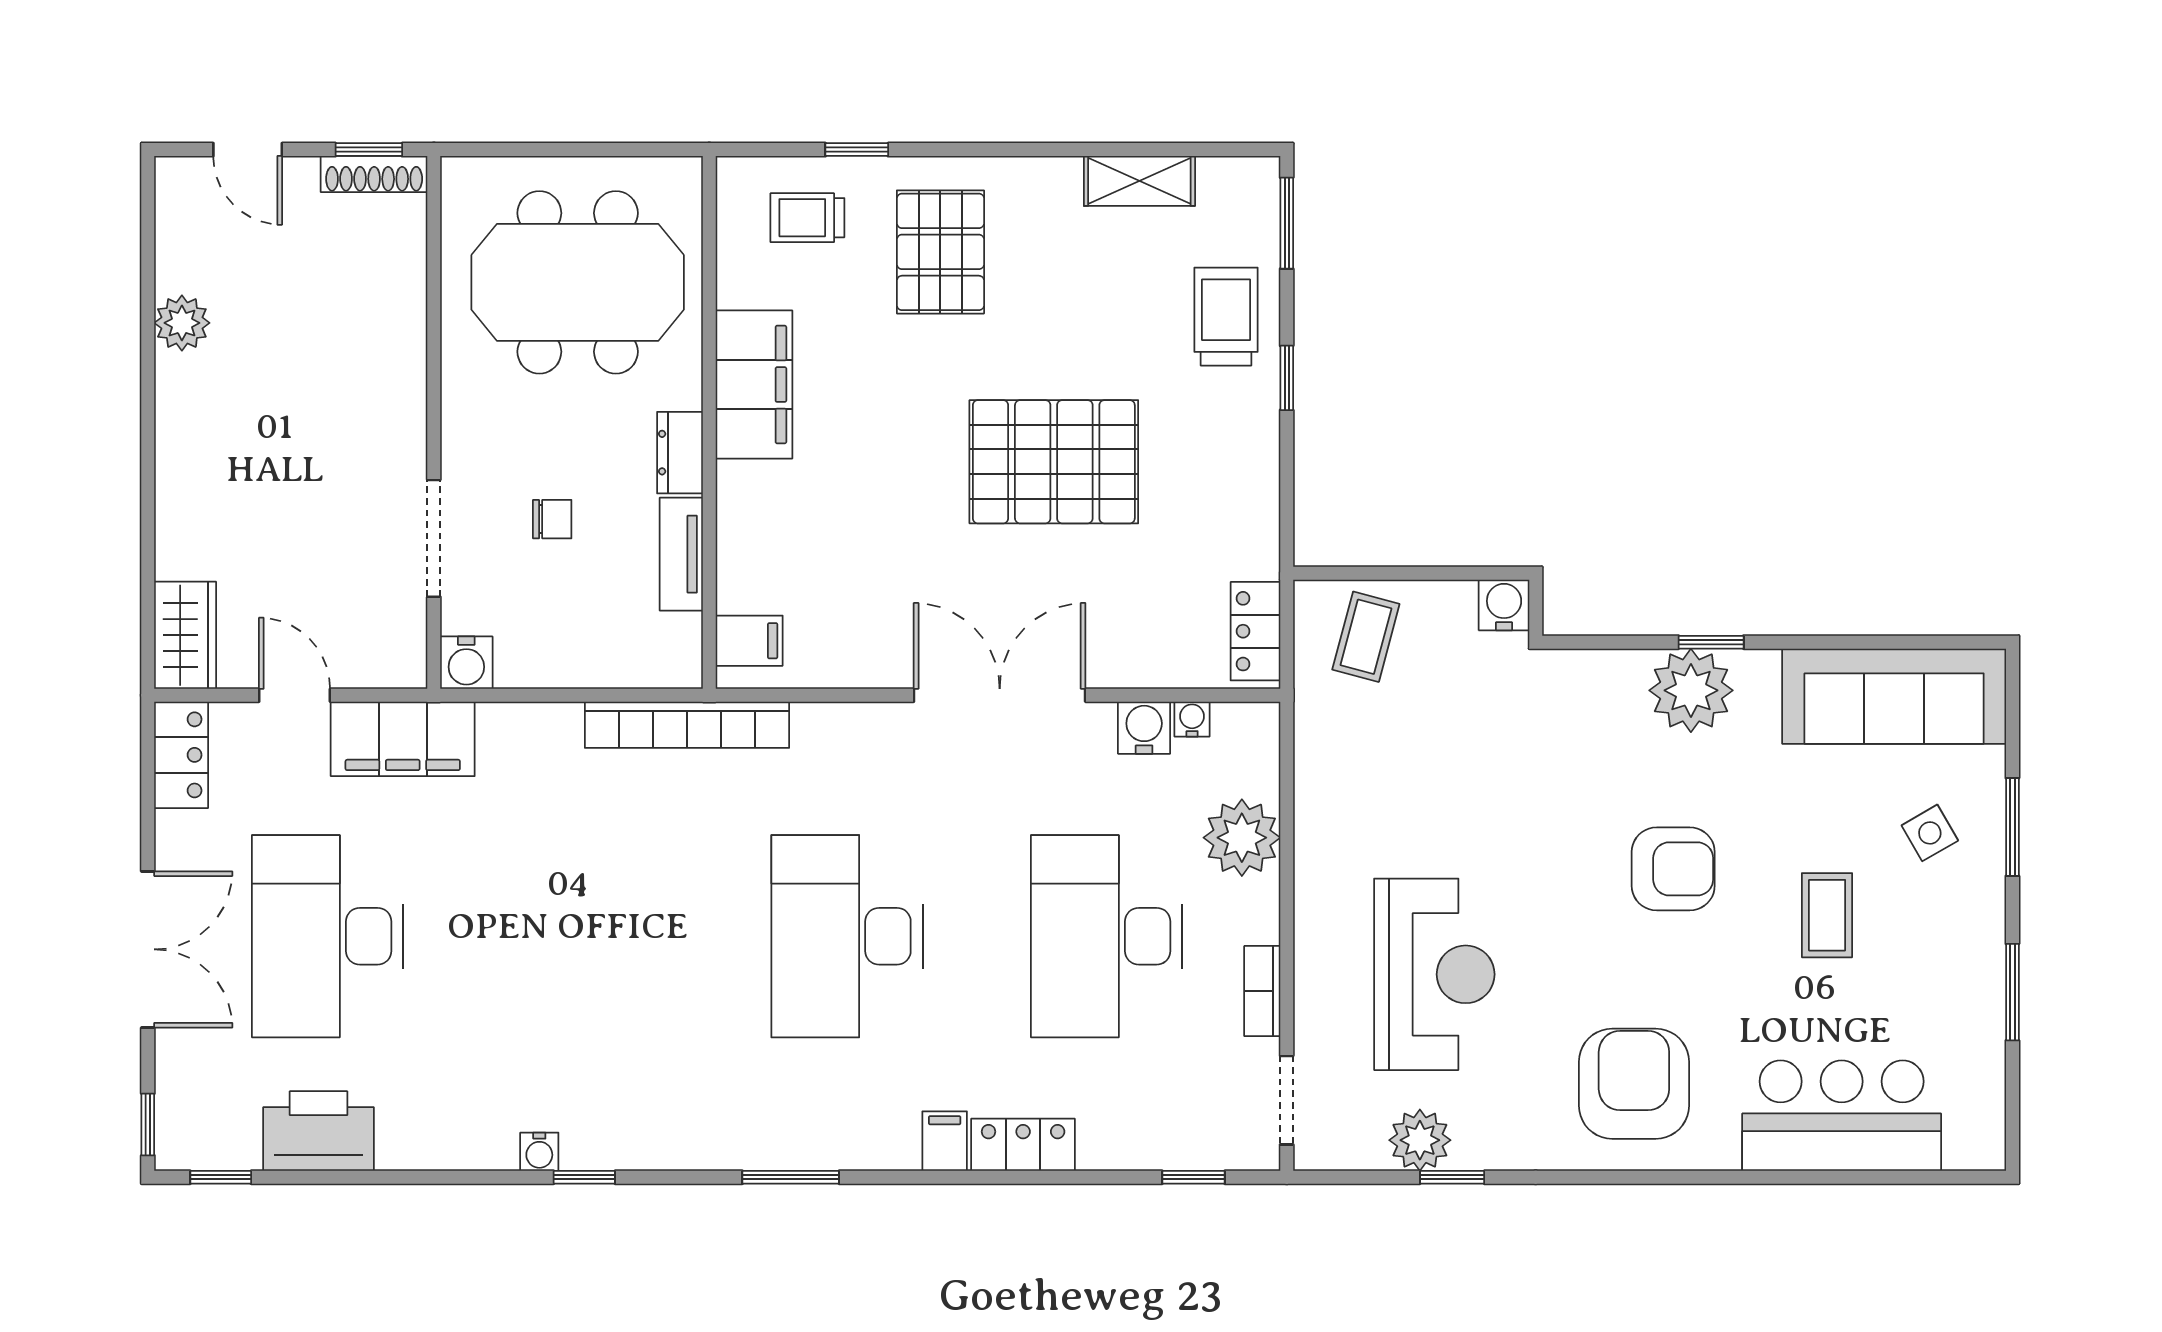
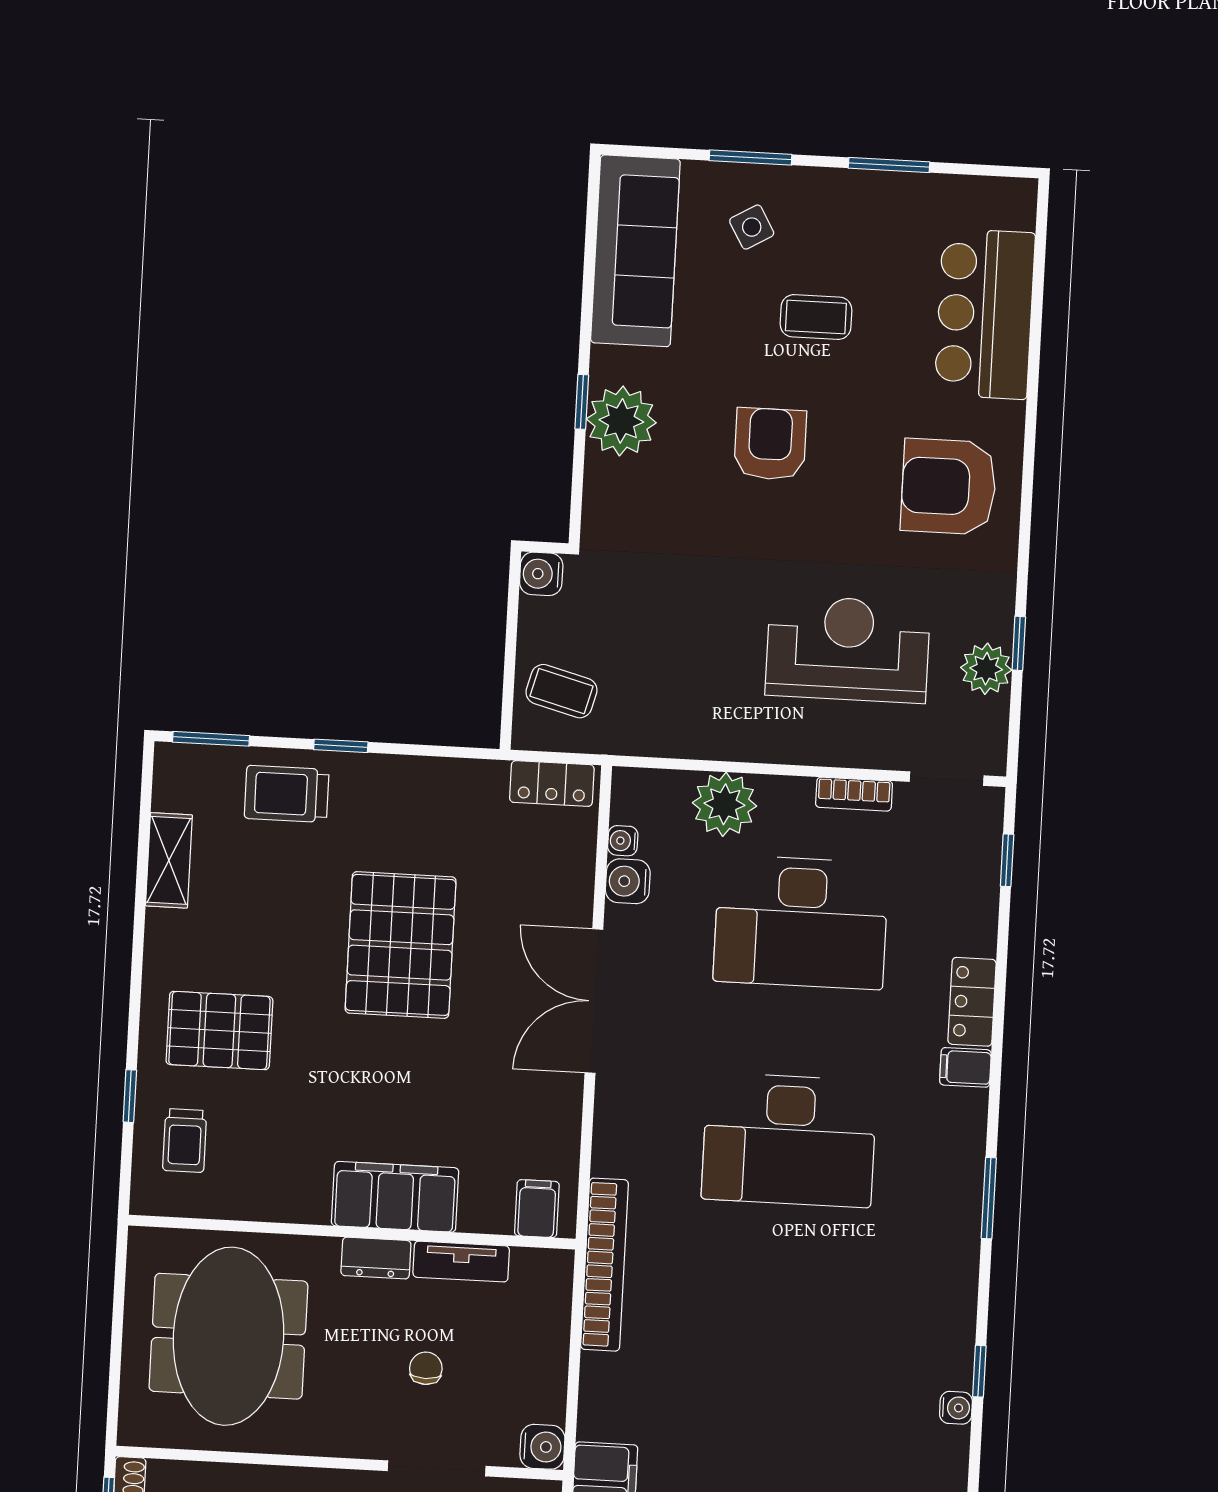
filing cabinet: (754, 385) -> (395, 1197), moved

